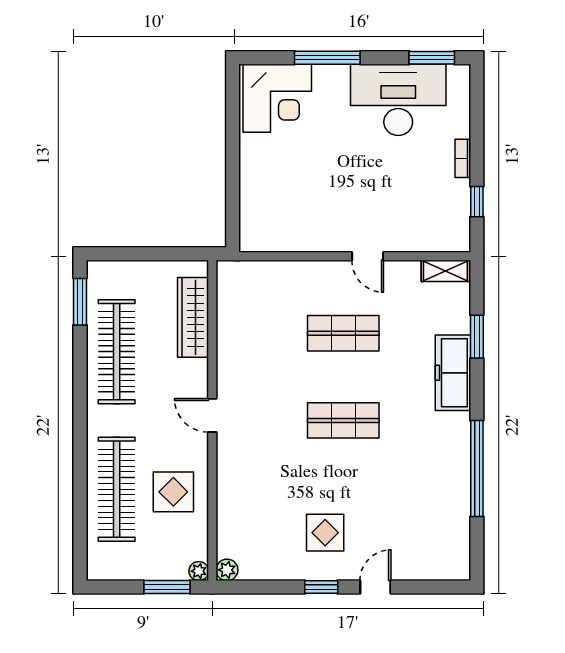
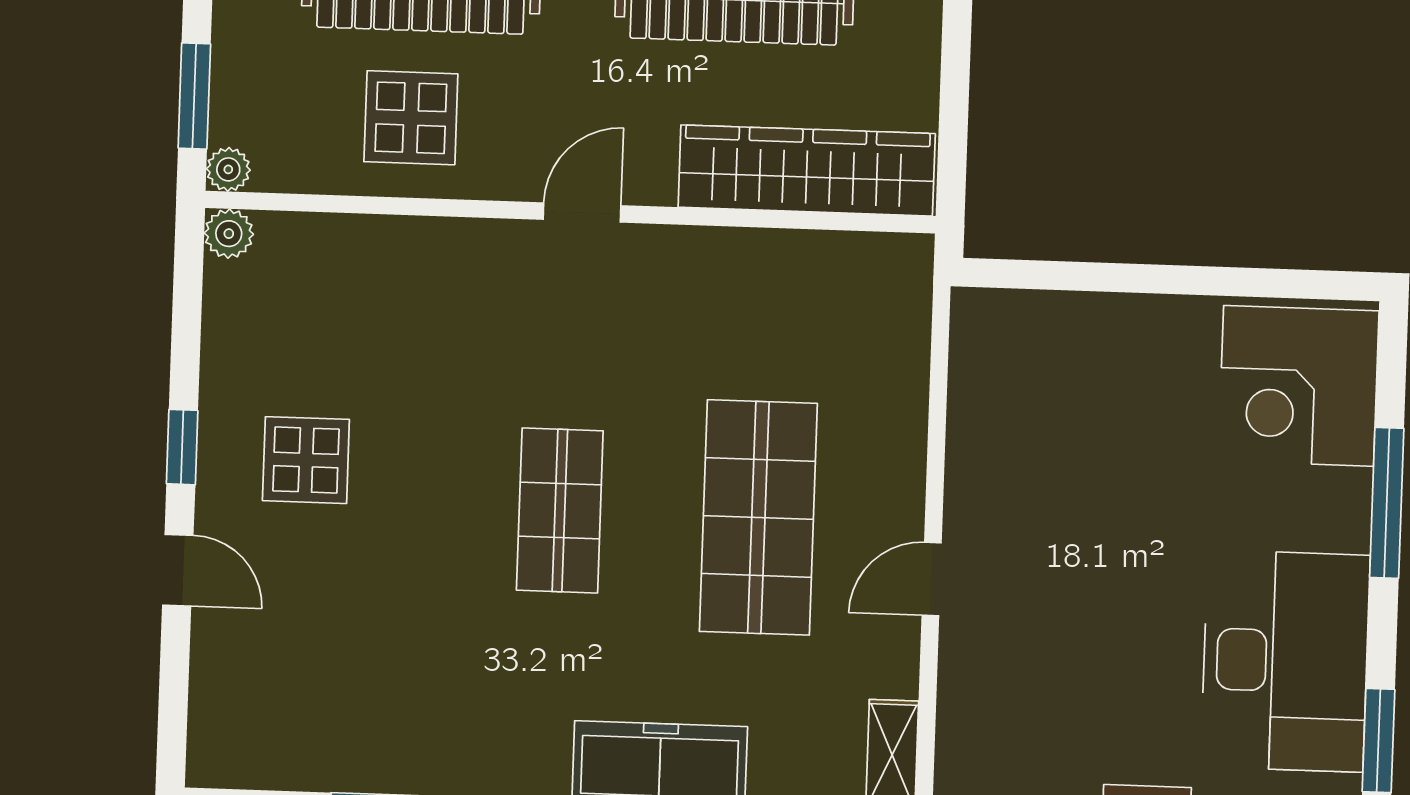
wardrobe: (193, 317) -> (807, 170), width x1.40, depth x1.17
shop shelf: (343, 333) -> (758, 517), width x1.43, depth x1.36

